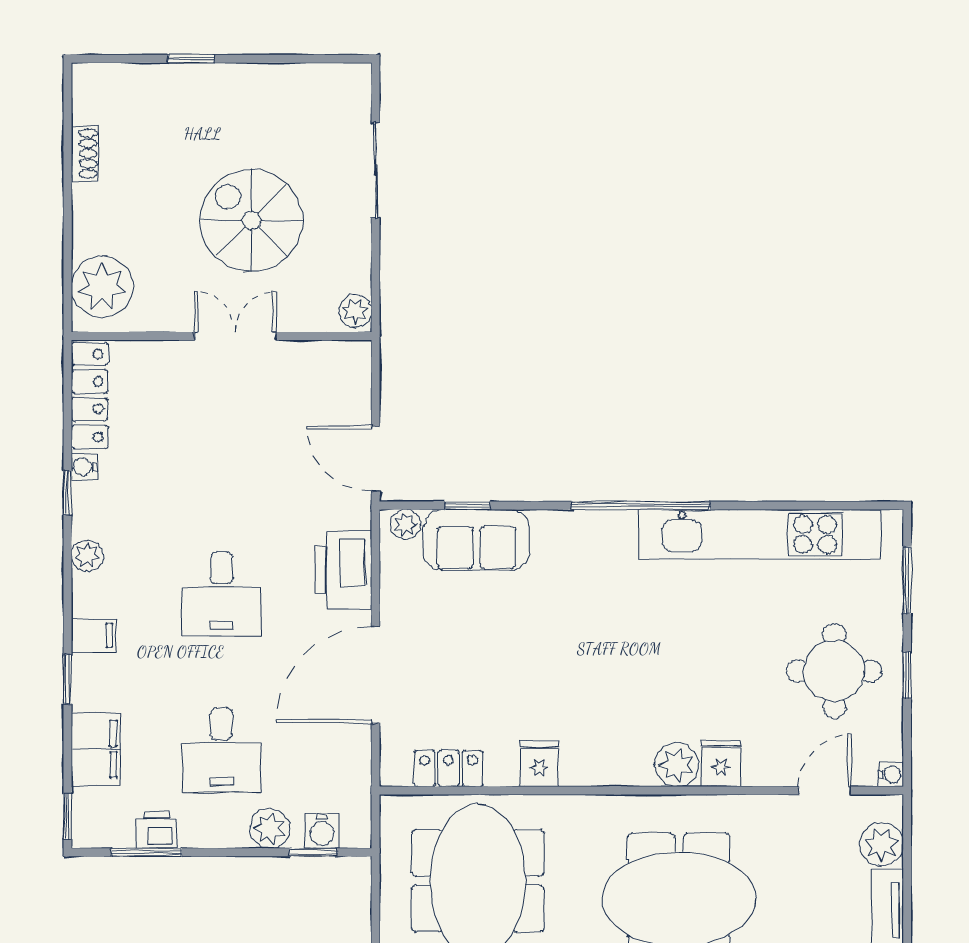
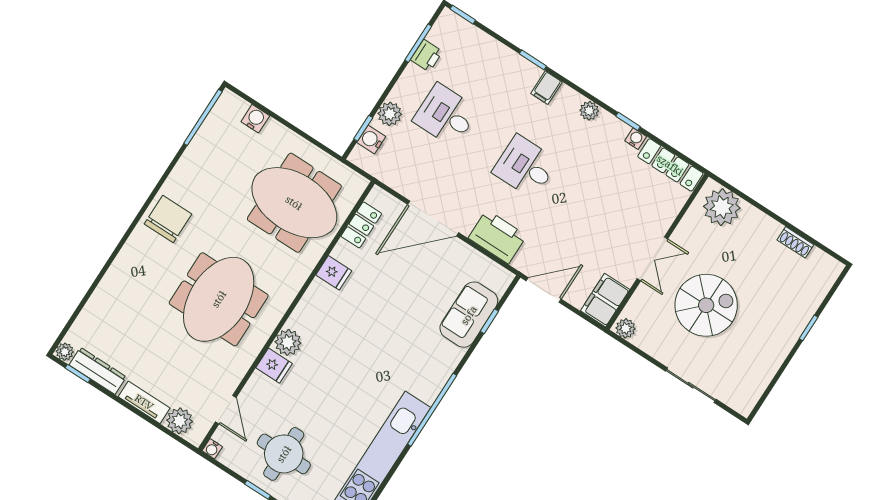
plant: (406, 524) -> (500, 284), removed
door: (376, 675) -> (433, 219), swing flipped
filing cabinet: (96, 749) -> (605, 300), moved, turned 90

